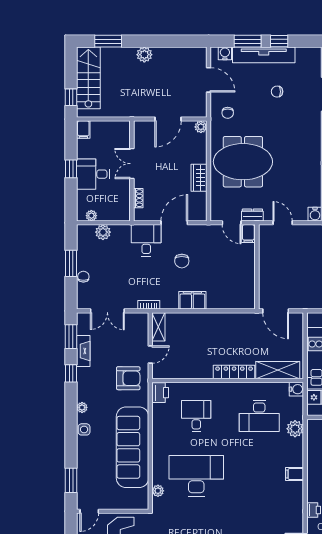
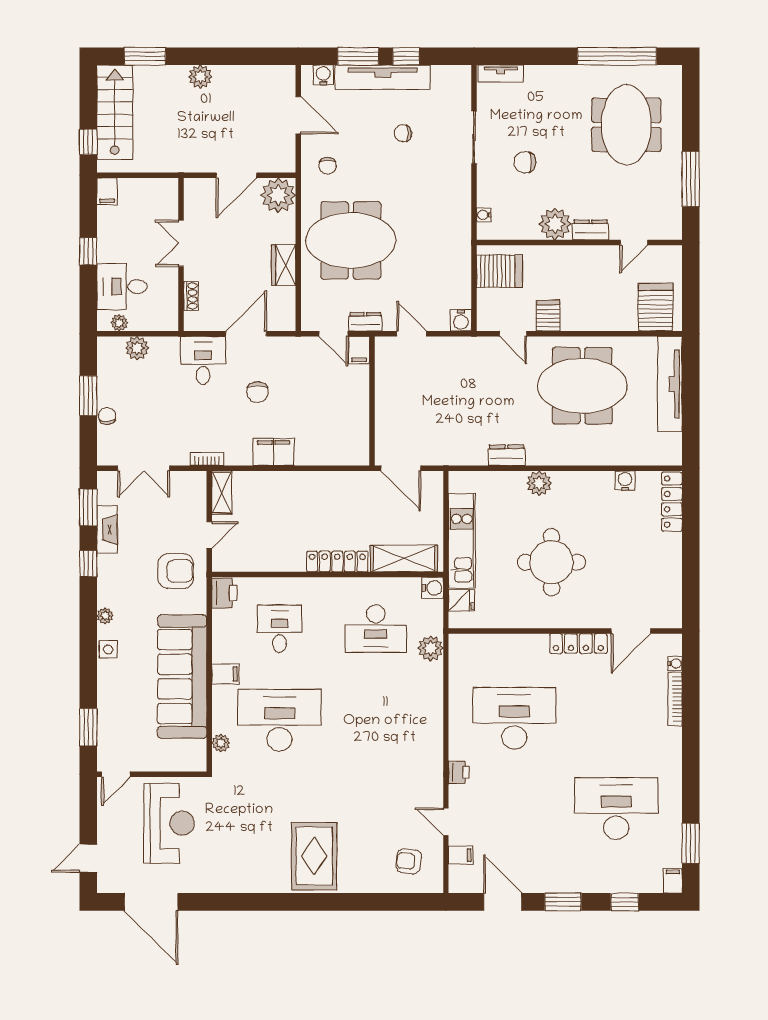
plant: (201, 127) -> (278, 195), width x1.87, depth x1.87
desk: (93, 174) -> (122, 287), moved
filing cabinet: (295, 474) -> (226, 674), moved, turned 180

